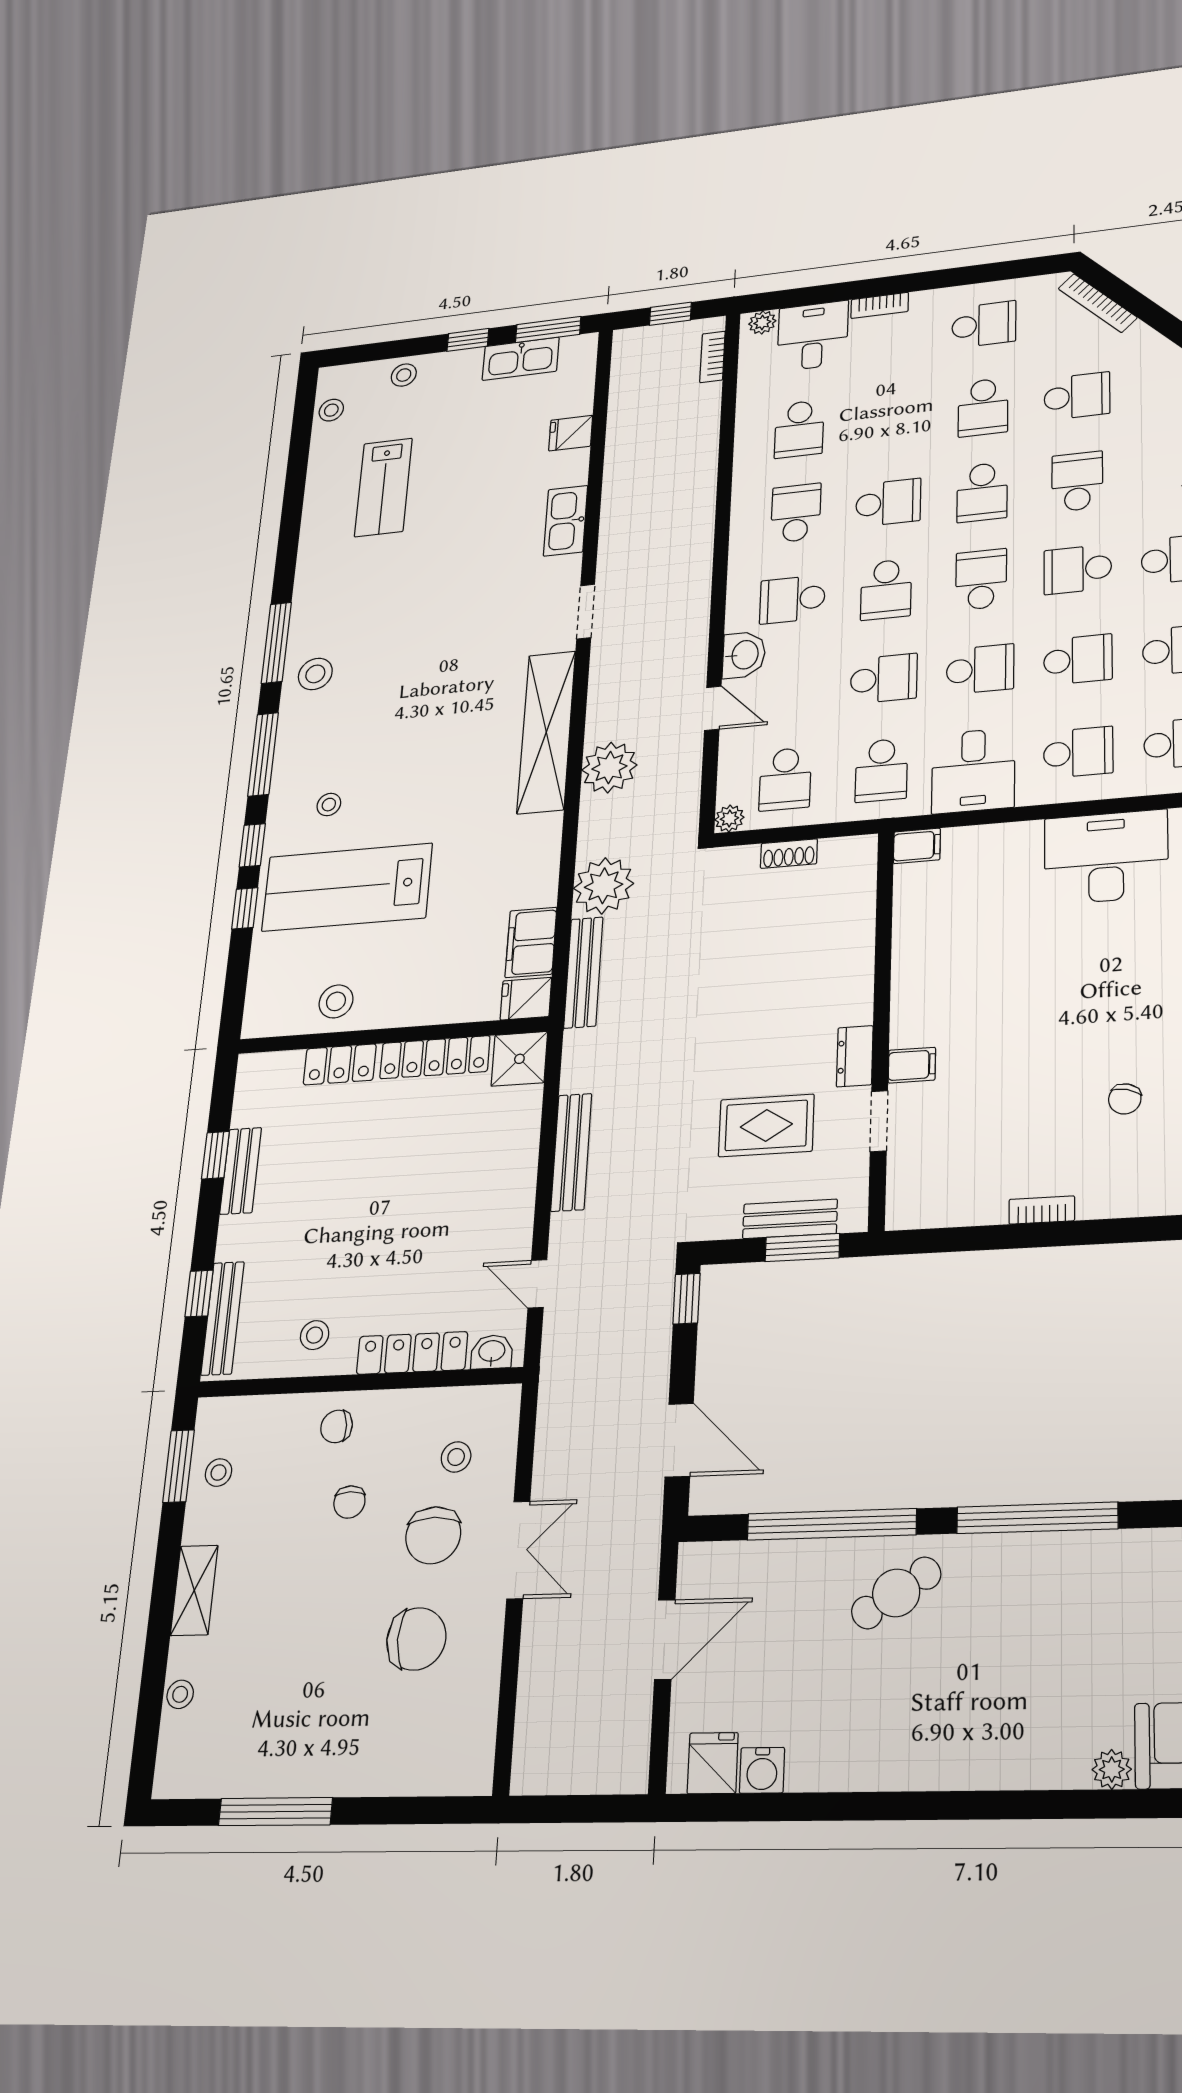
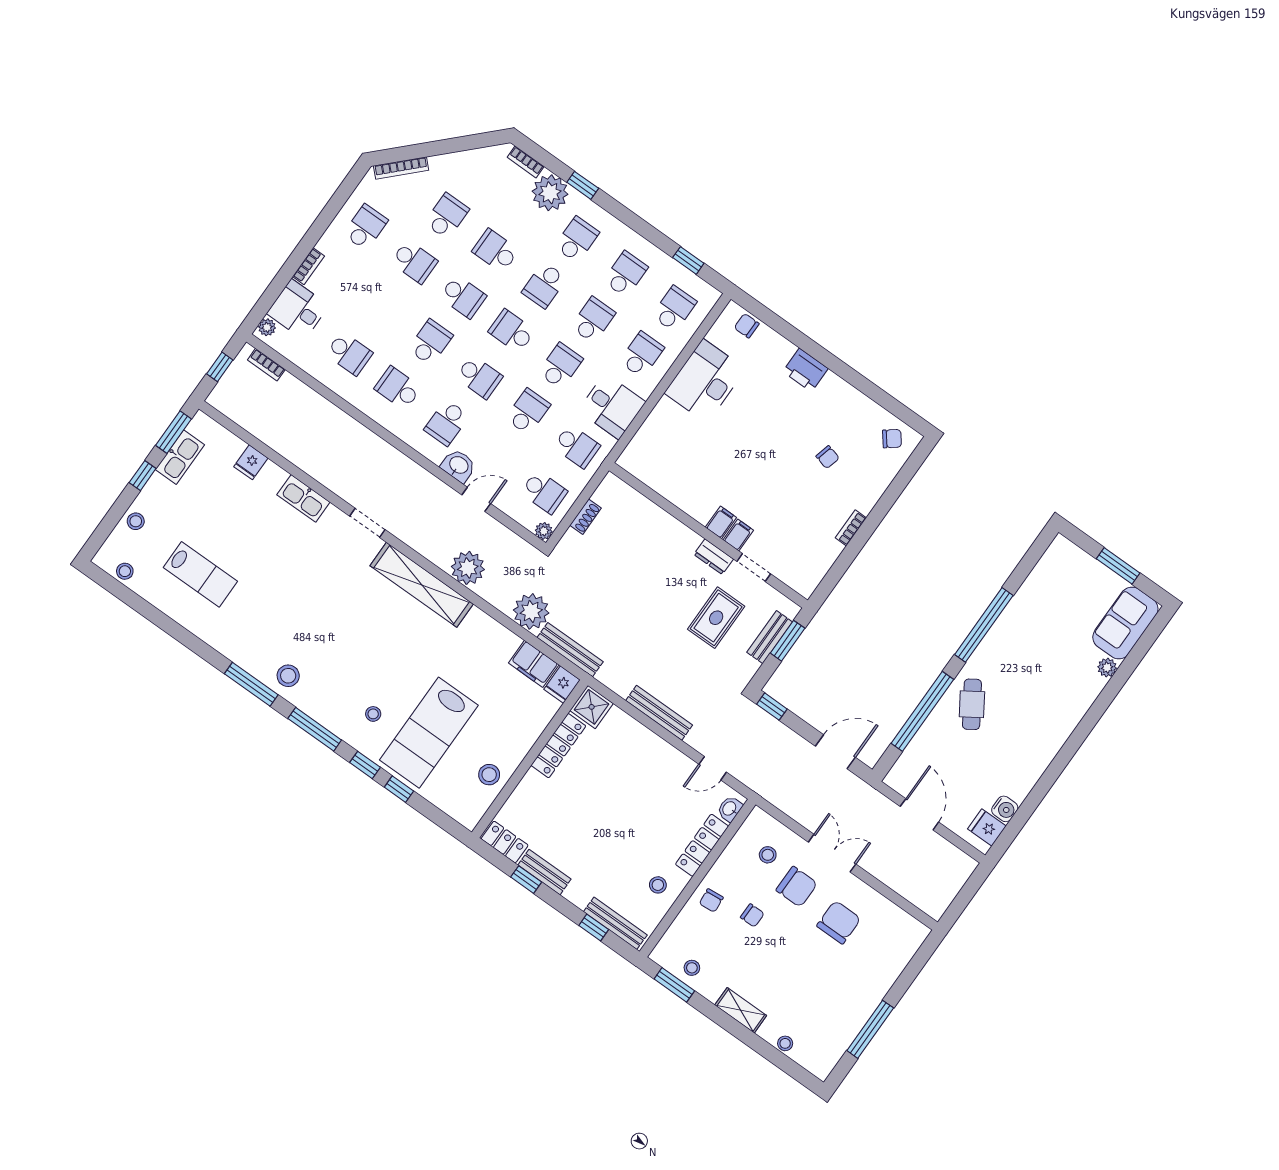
filing cabinet: (917, 846) -> (721, 522), moved
locker: (340, 1064) -> (505, 842), moved, turned -90

